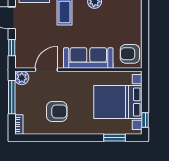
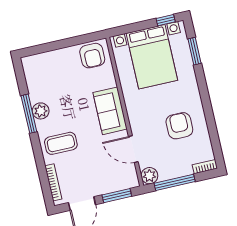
window: (12, 48) -> (117, 196), width x1.50
sofa: (88, 58) -> (110, 111), width x0.73

